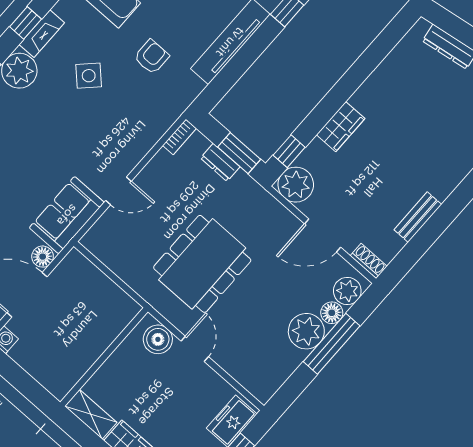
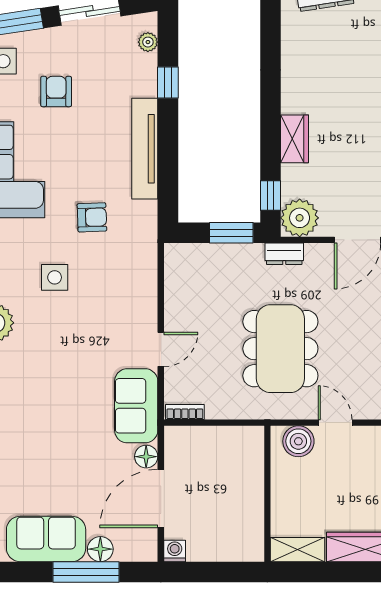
armchair: (152, 57) -> (92, 217), turned 88
side table: (89, 76) -> (55, 277), turned 45
bookcase: (179, 137) -> (185, 412), moved, turned -90
dresser: (220, 162) -> (284, 254), moved

